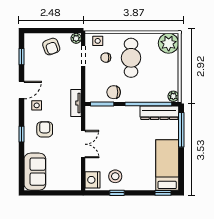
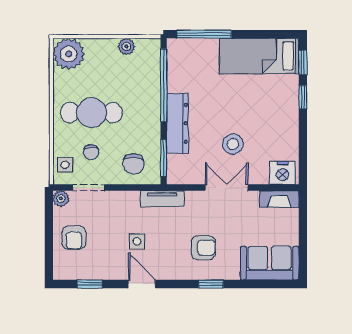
armchair: (51, 47) -> (74, 238), turned 110
chair: (114, 92) -> (134, 164), moved
plant: (173, 96) -> (126, 46), moved
side table: (37, 105) -> (137, 241), moved
dresser: (159, 113) -> (177, 123), moved
armchair: (45, 129) -> (203, 248), turned 180
stool: (115, 176) -> (233, 144), moved
fireplace: (76, 178) -> (279, 199), added
window: (117, 193) -> (303, 97), moved

